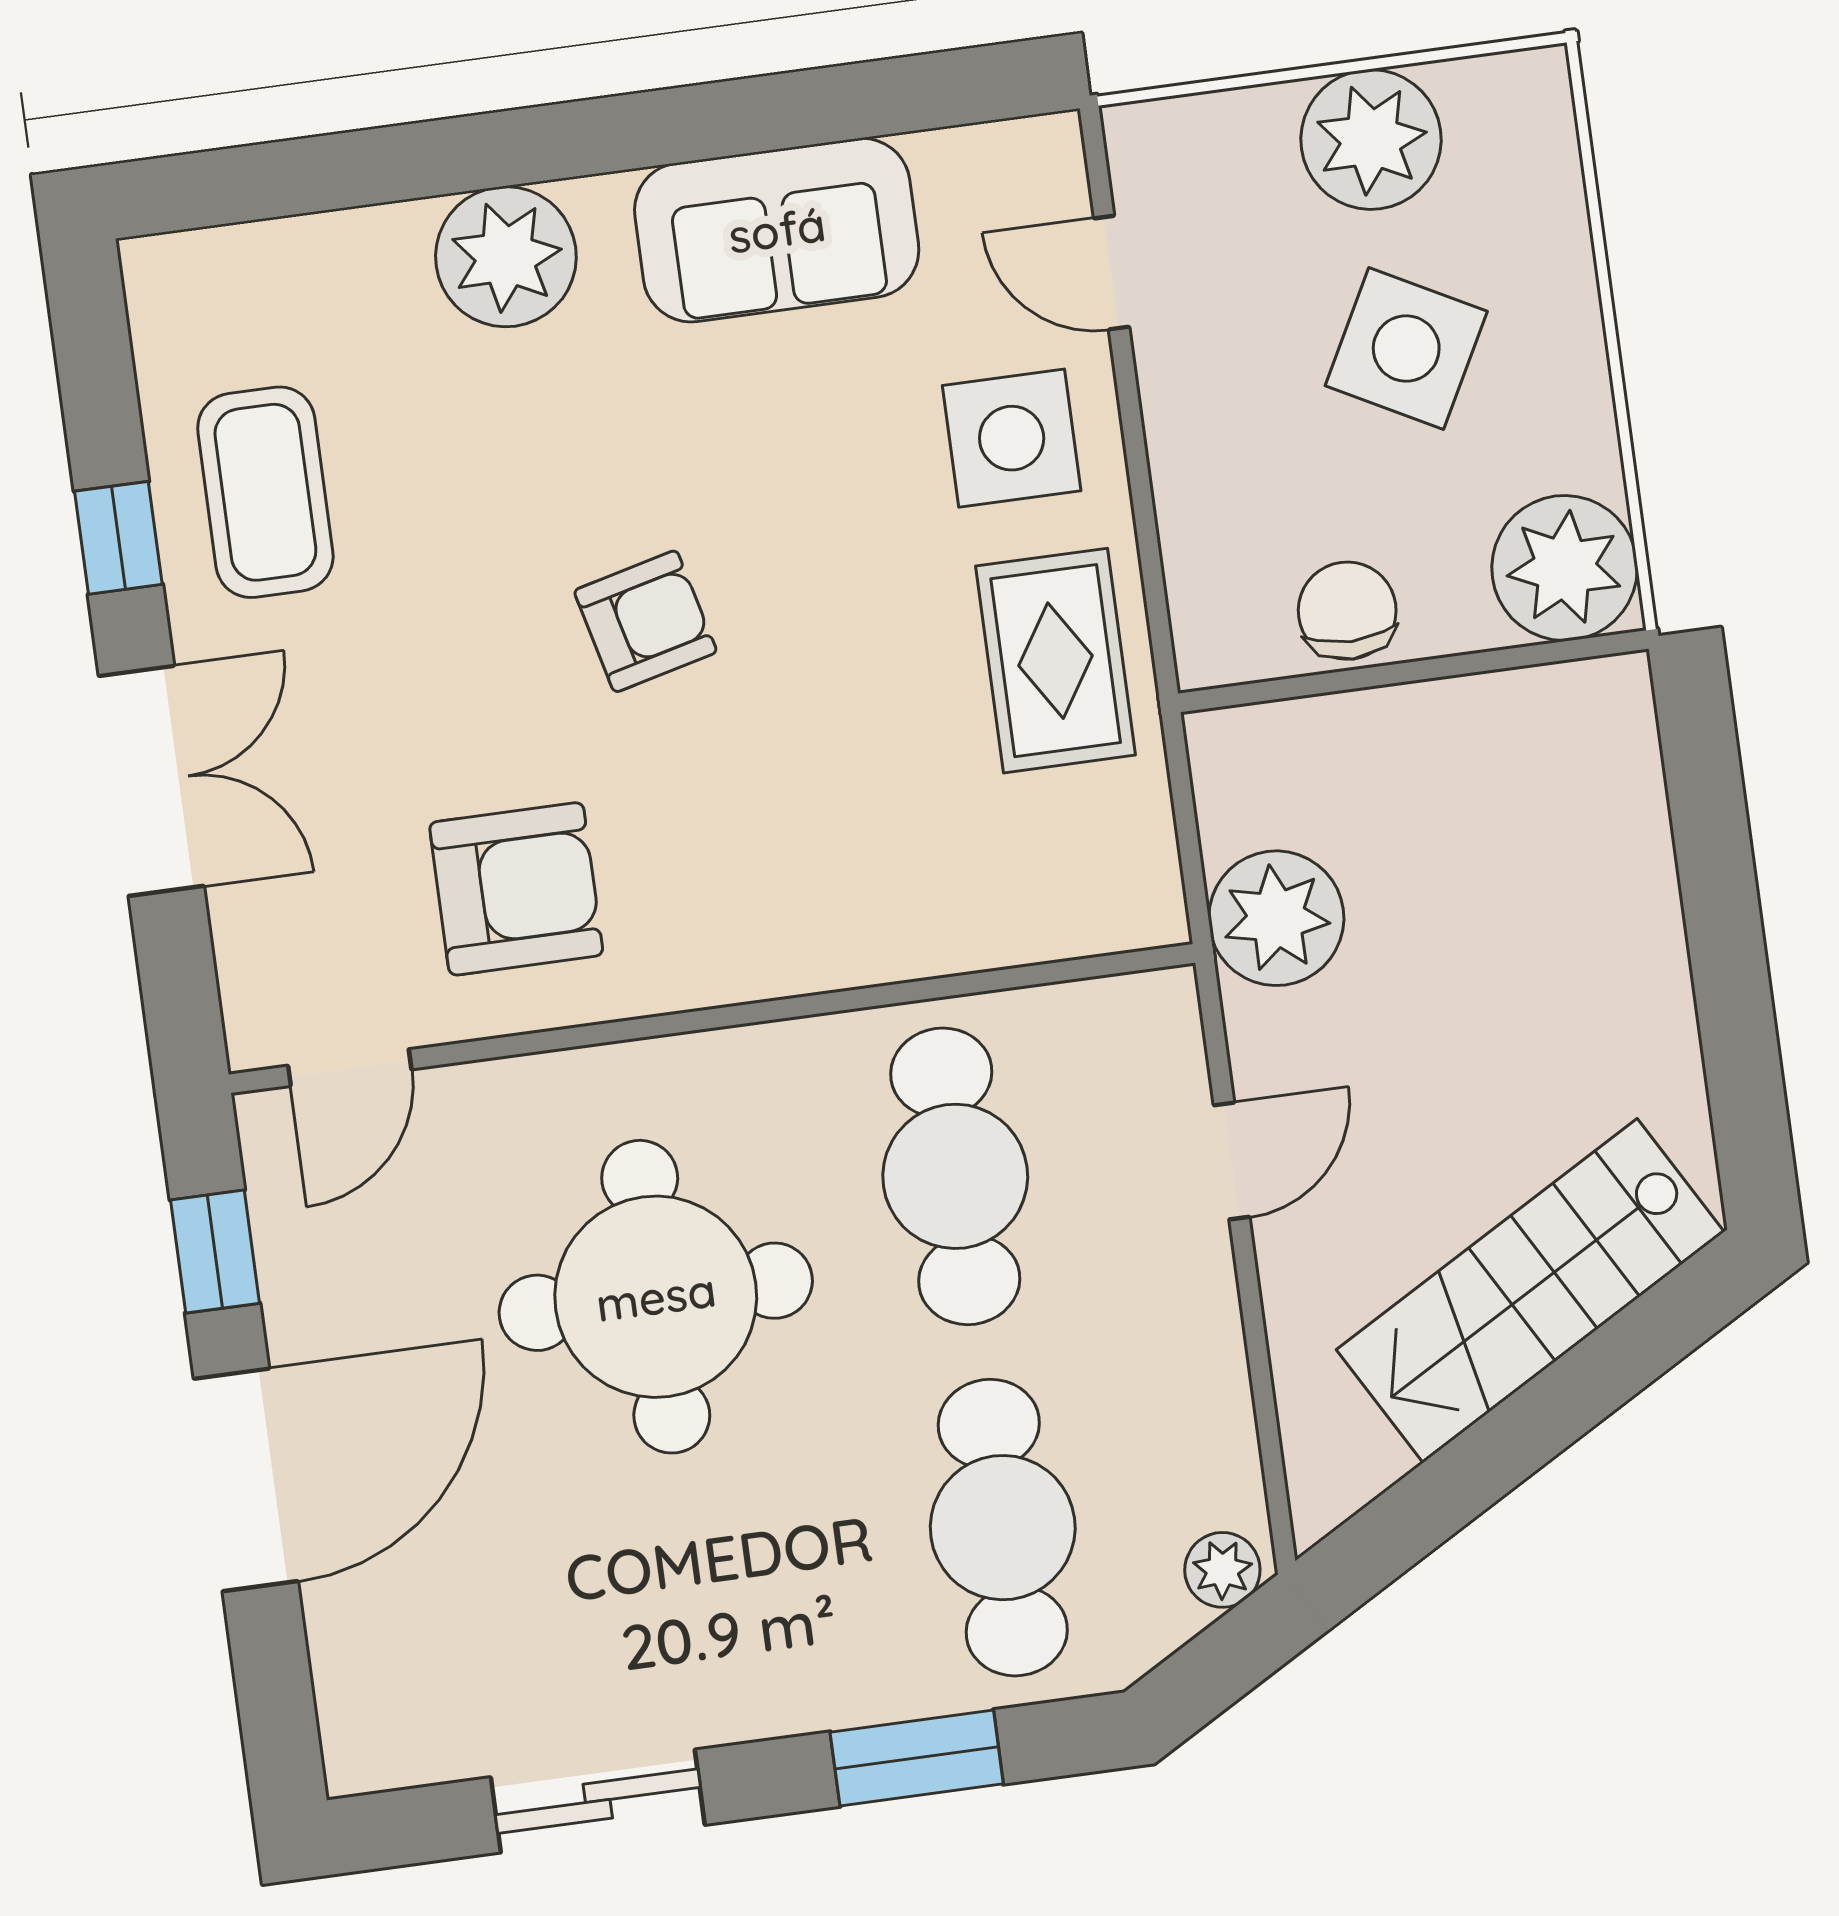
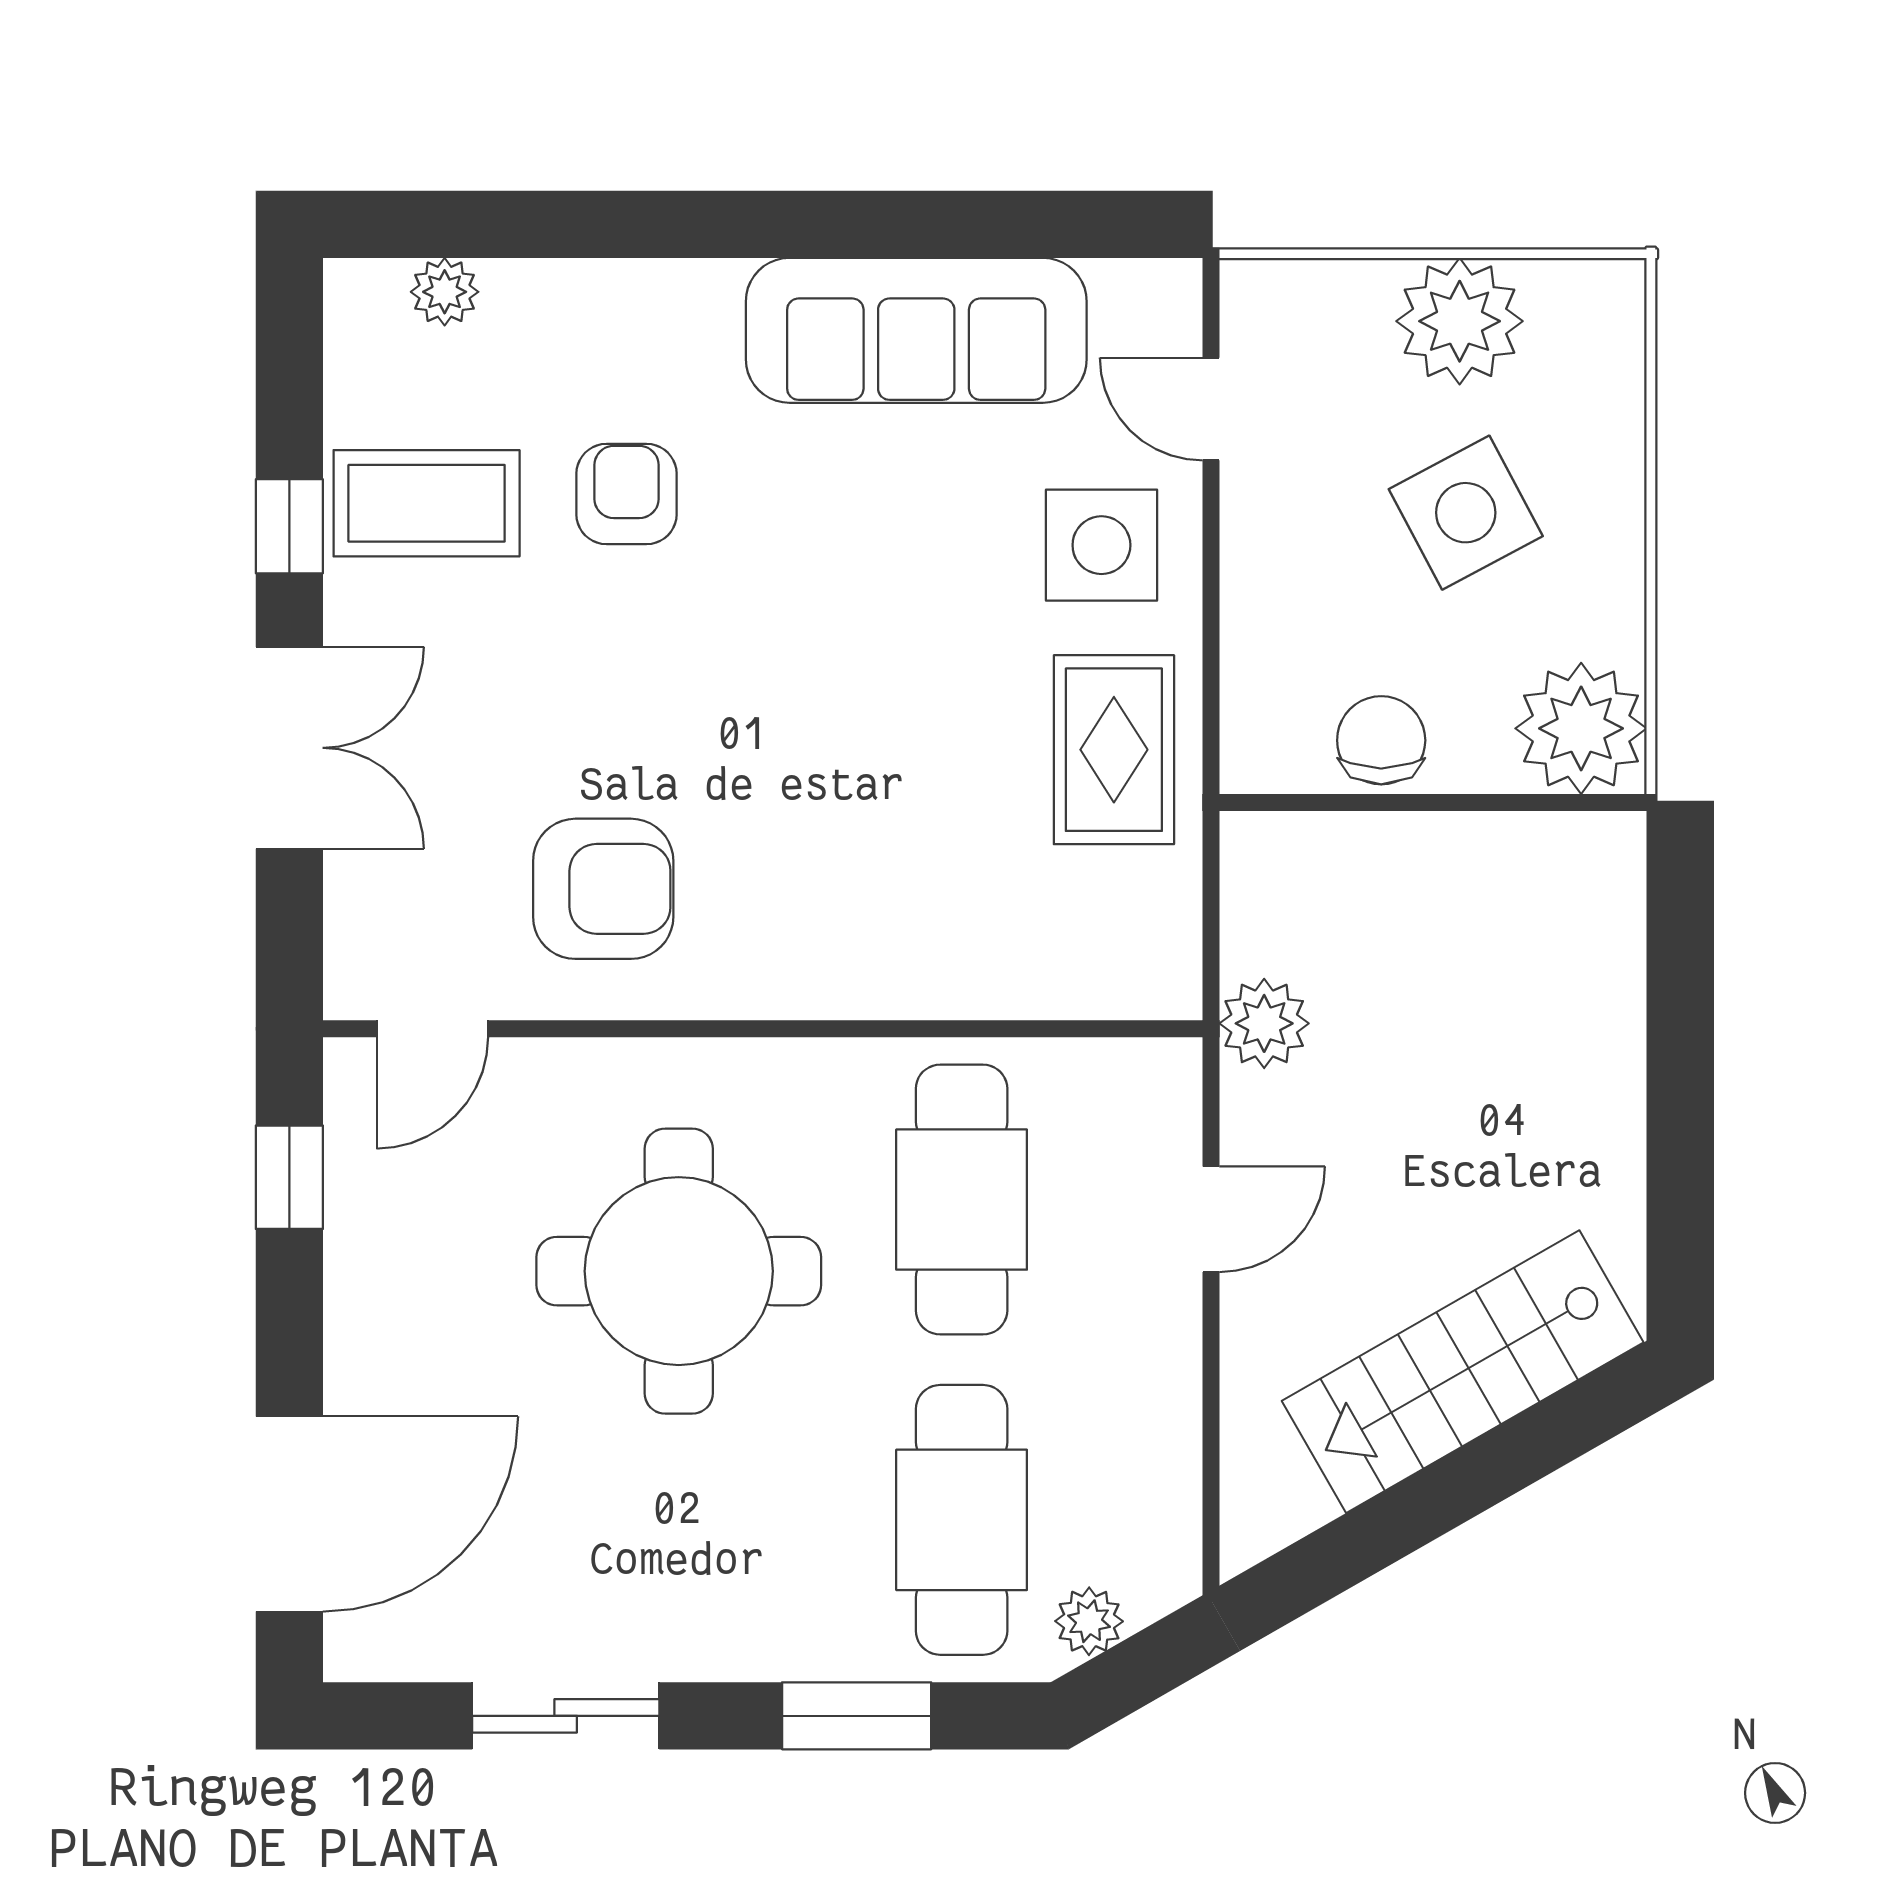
sofa: (777, 230) -> (916, 330), width x1.36
plant: (506, 257) -> (445, 292), moved, width x0.53, depth x0.53
side table: (1406, 349) -> (1466, 513), turned 34
coffee table: (265, 492) -> (427, 503), turned 90
armchair: (645, 621) -> (627, 494), moved, turned -76
plant: (1276, 918) -> (1264, 1023), width x0.73, depth x0.73
door: (246, 1480) -> (289, 1514), moved
plant: (1222, 1570) -> (1089, 1621), moved

